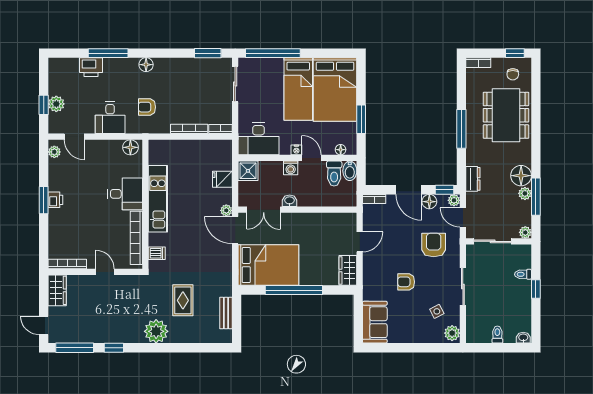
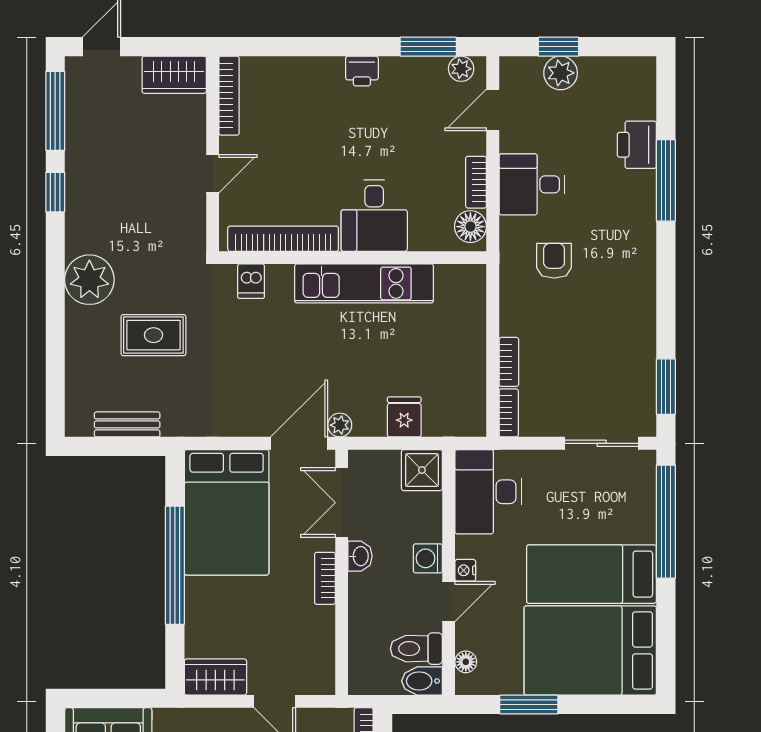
floor lamp: (146, 65) -> (642, 259), removed
bookcase: (189, 129) -> (509, 362), width x0.64
bookcase: (109, 145) -> (476, 182), added
window: (44, 200) -> (428, 47), moved
bookcase: (300, 218) -> (325, 578), added

